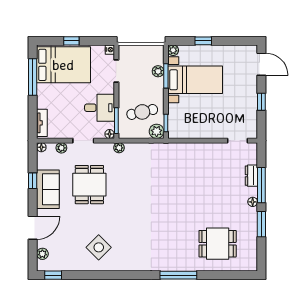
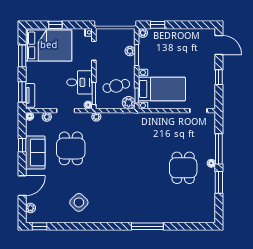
window: (203, 41) -> (158, 25), moved
window: (33, 77) -> (22, 56), width x0.69
bed with nightstands: (195, 80) -> (162, 89), moved
window: (33, 119) -> (22, 92), added
dresser: (251, 176) -> (210, 141), removed
dining table: (218, 244) -> (183, 168), moved, turned 90

